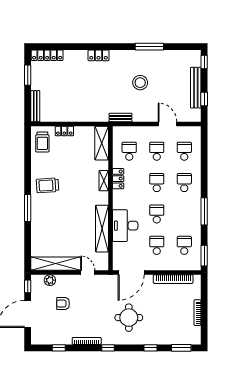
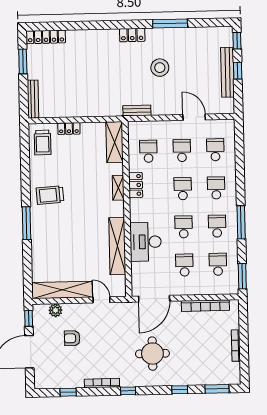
locker: (99, 55) -> (132, 35), moved
window: (204, 99) -> (238, 71), moved
school desk: (184, 214) -> (217, 226), added

